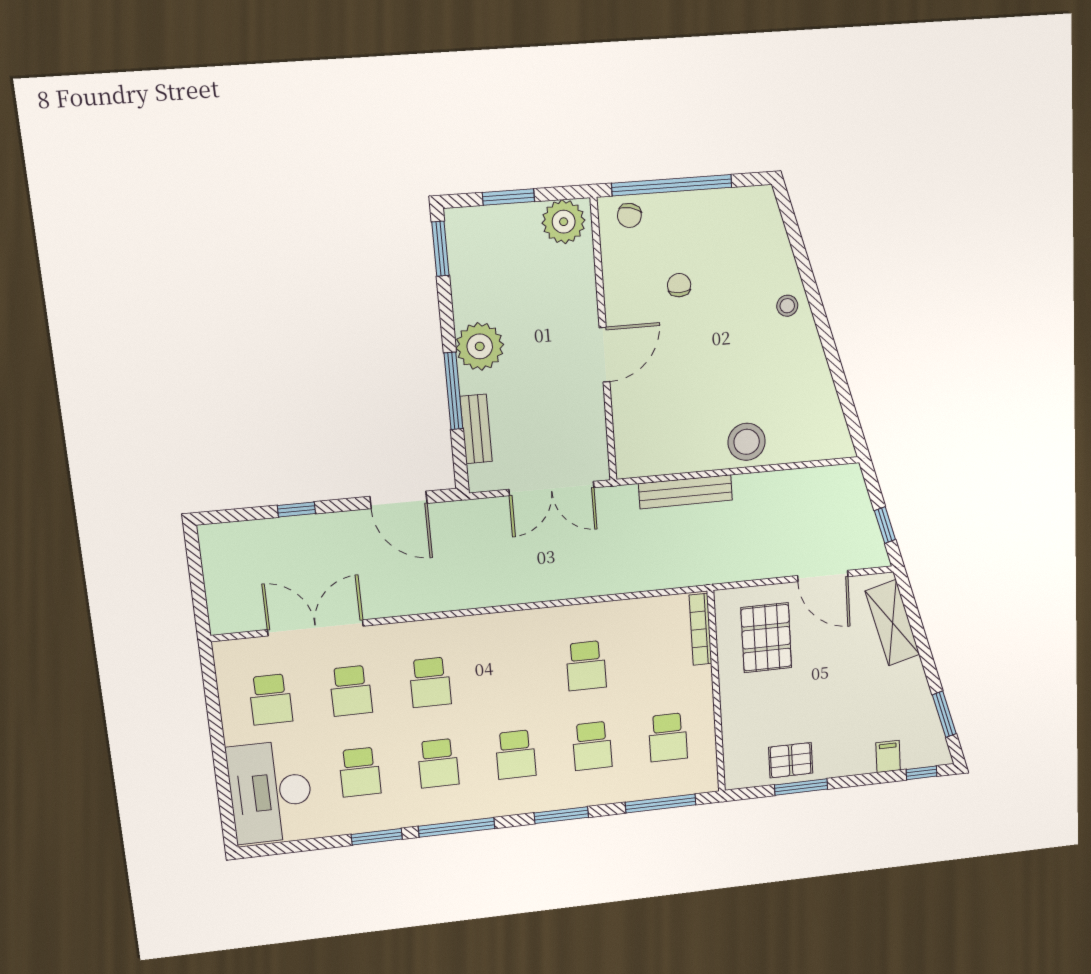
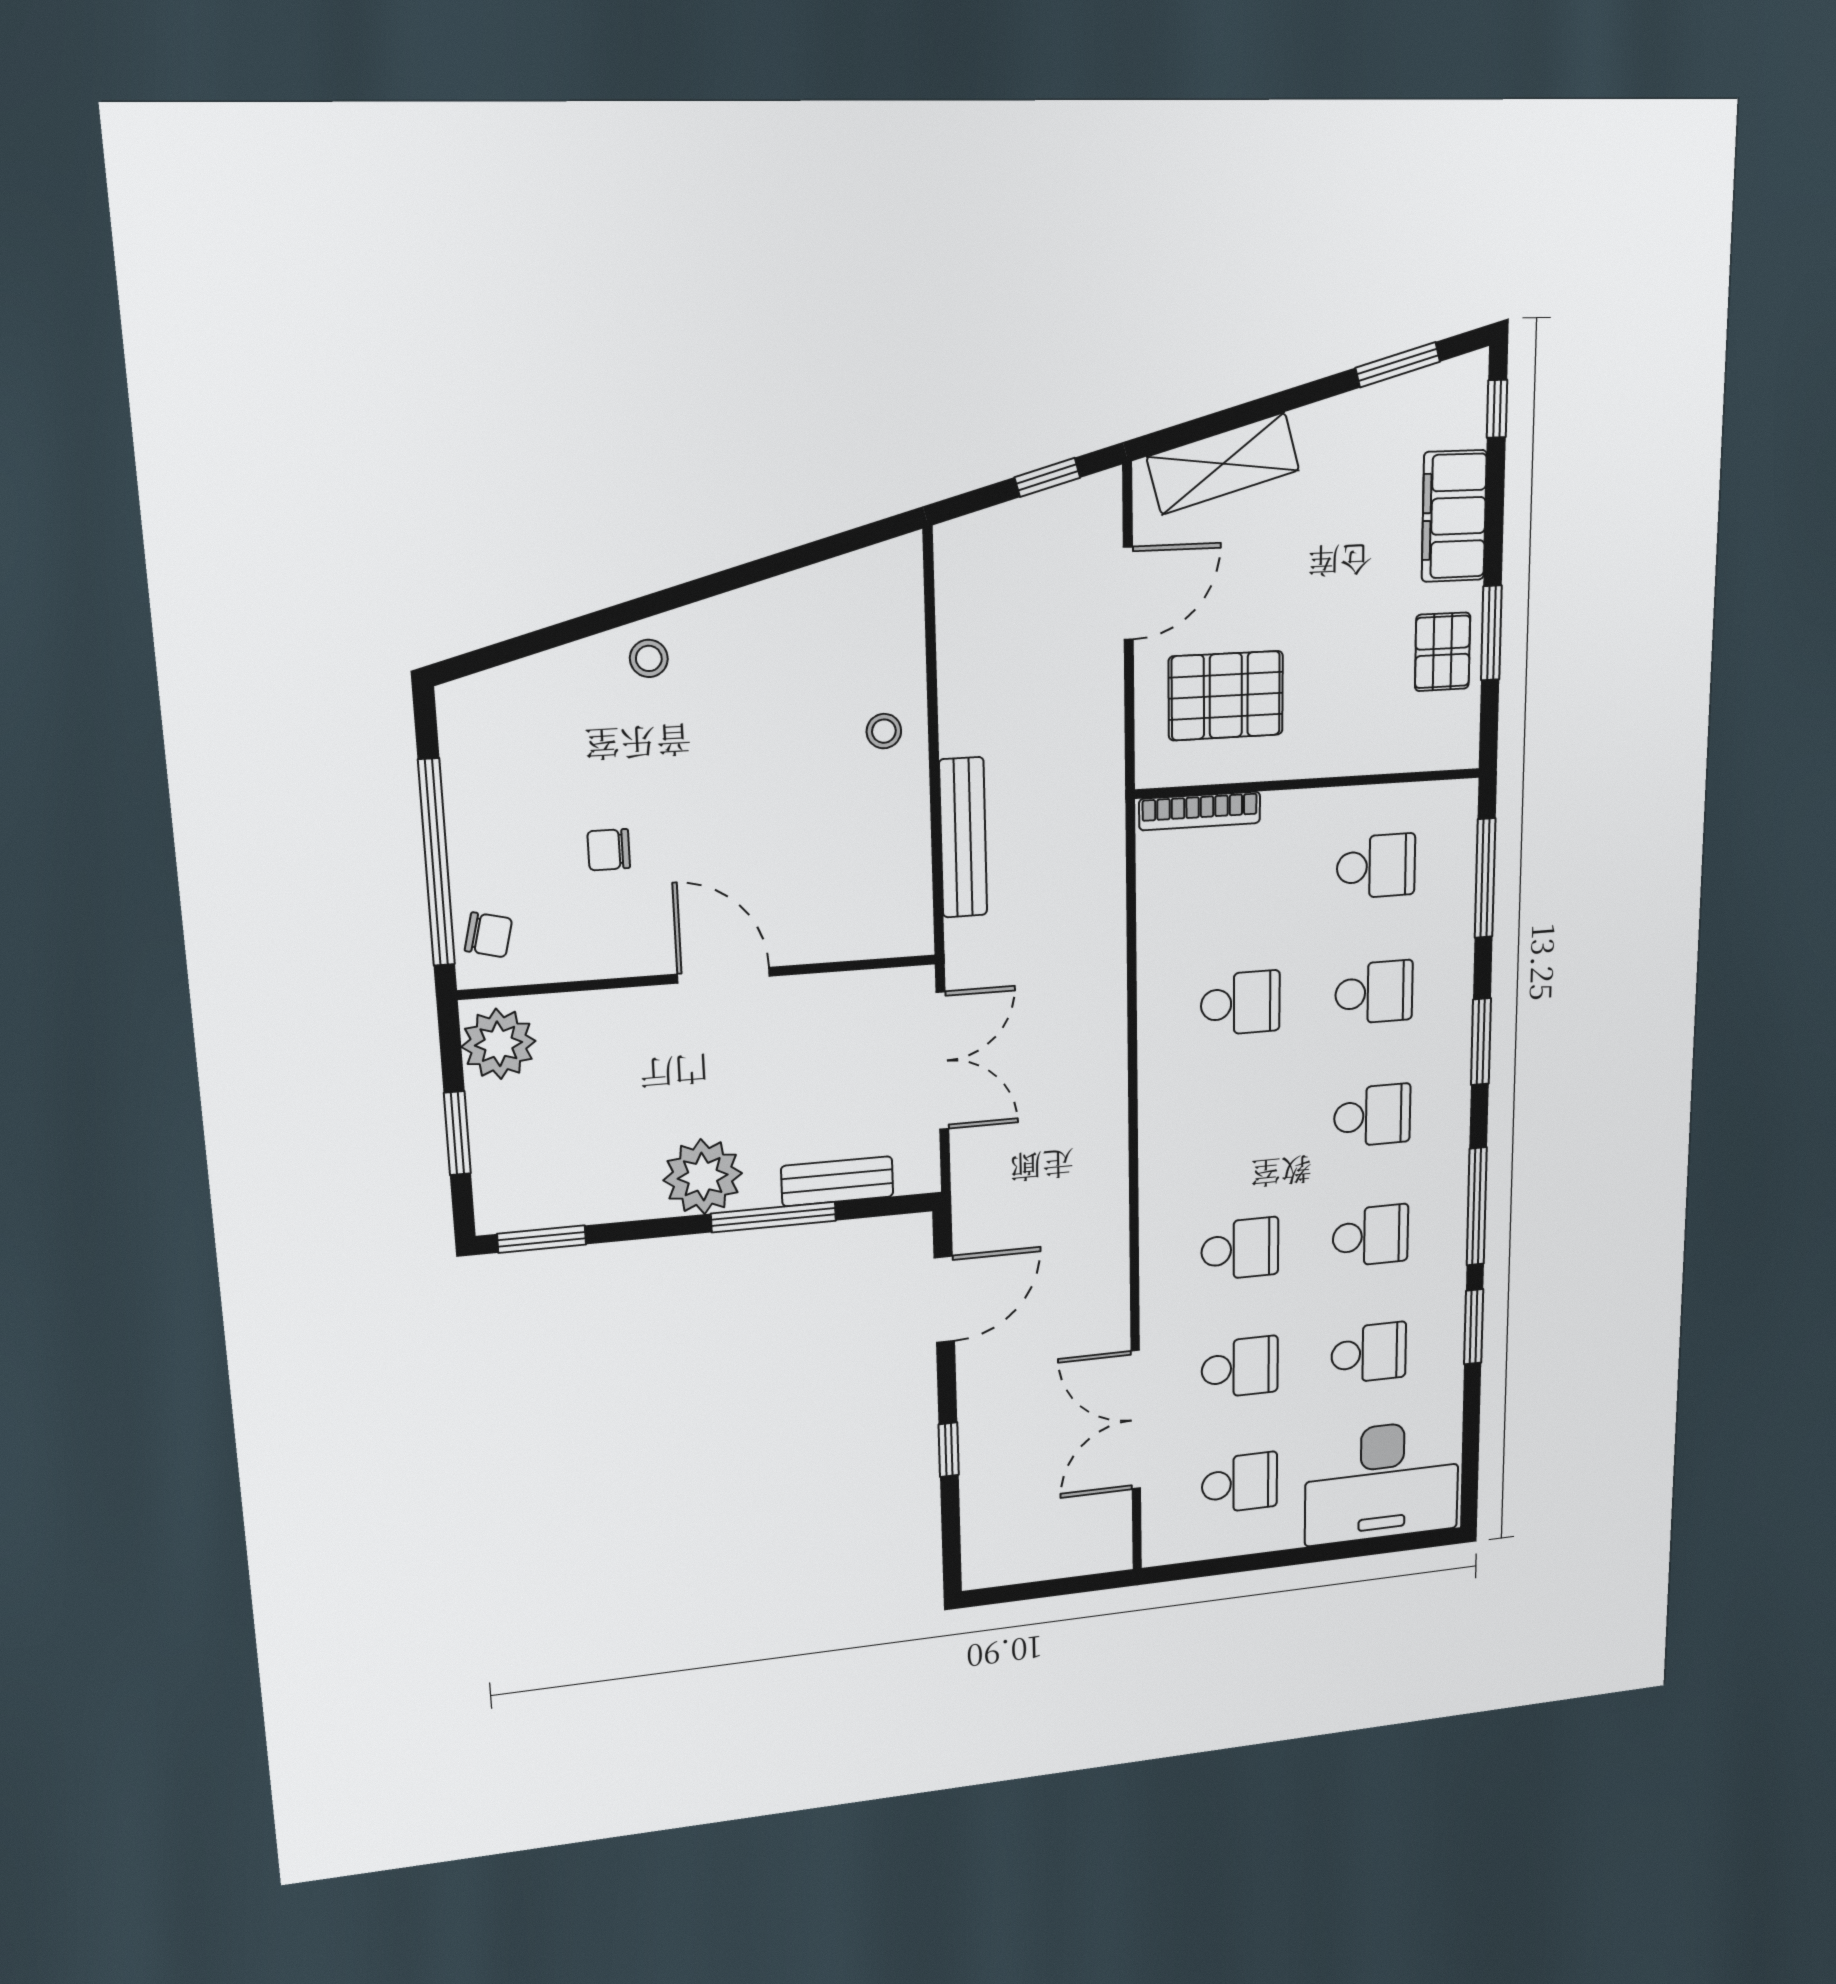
stool: (747, 442) -> (884, 731), width x0.53, depth x0.53
filing cabinet: (888, 756) -> (1454, 516), width x3.00, depth x1.17

